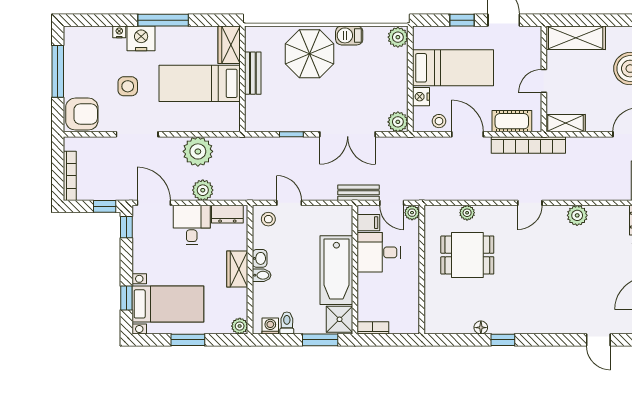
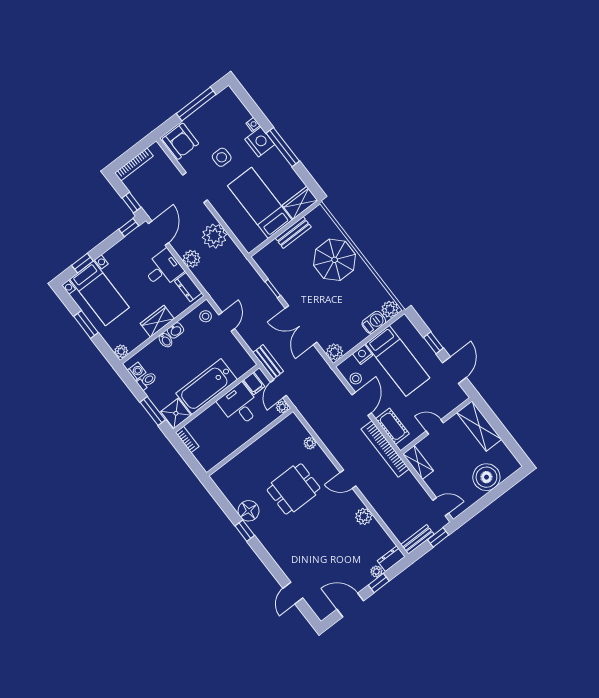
barbecue: (349, 35) -> (374, 322), moved, turned 90
dining table: (467, 255) -> (294, 489), moved, turned 90
floor lamp: (481, 328) -> (249, 511), width x1.89, depth x1.89

